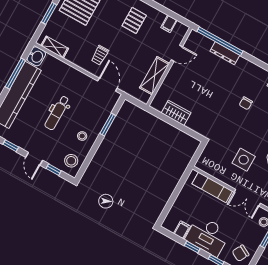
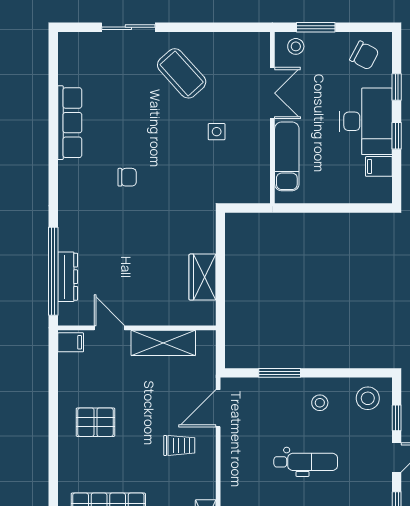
filing cabinet: (169, 24) -> (71, 342), moved
dresser: (225, 53) -> (68, 277), moved
side table: (244, 160) -> (217, 132), width x0.54, depth x0.54

